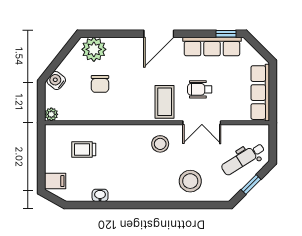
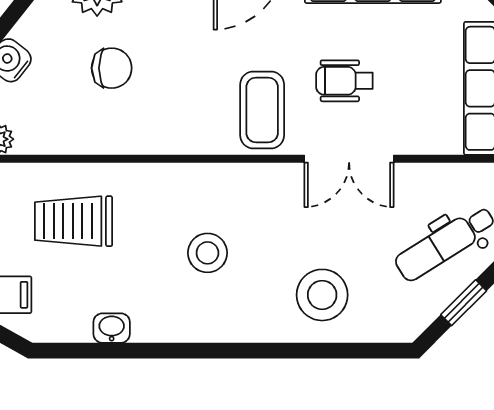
chair: (100, 84) -> (112, 68), turned -90
stool: (160, 144) -> (207, 253), moved
trolley: (84, 150) -> (73, 221), width x1.36, depth x1.39

